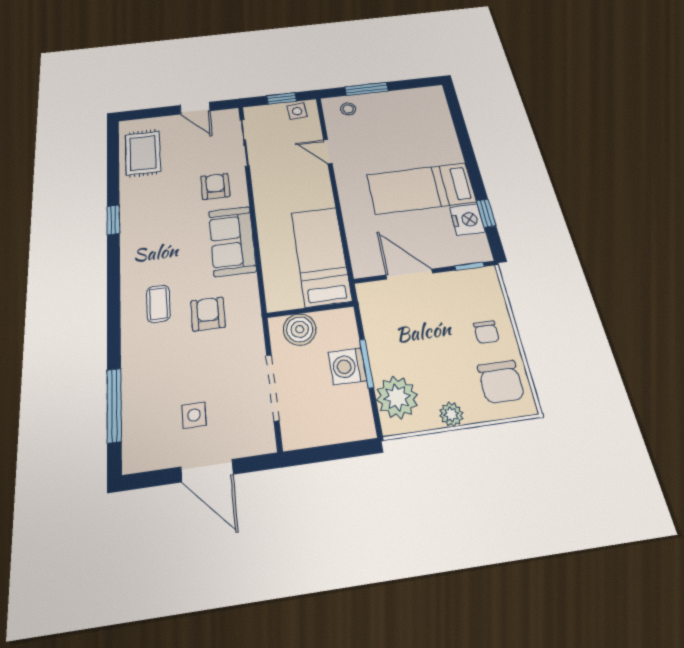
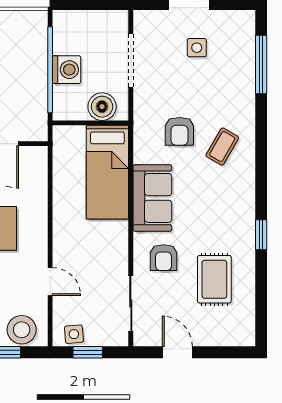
stool: (348, 109) -> (22, 330), width x1.89, depth x1.89
rug: (143, 153) -> (214, 279), moved
bed: (321, 256) -> (107, 172), moved
coffee table: (158, 304) -> (222, 147), turned 30
window: (367, 363) -> (50, 70), width x2.11
plant: (397, 397) -> (30, 39), removed

